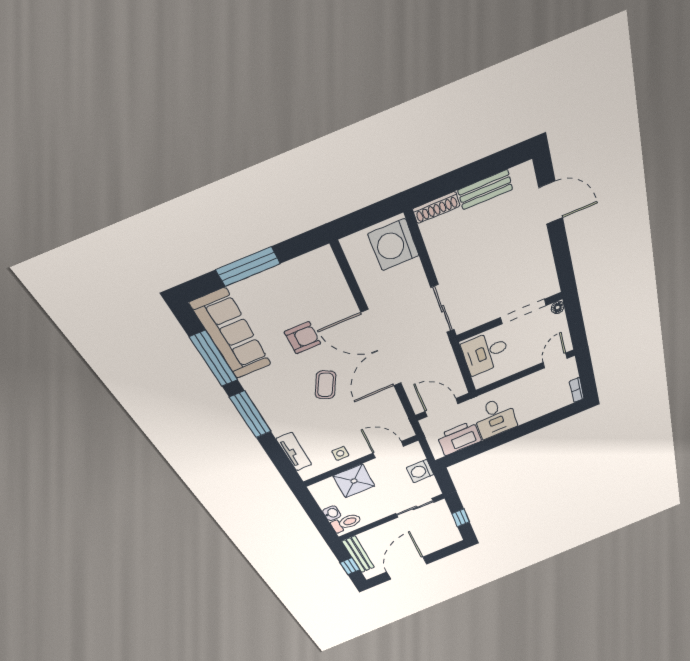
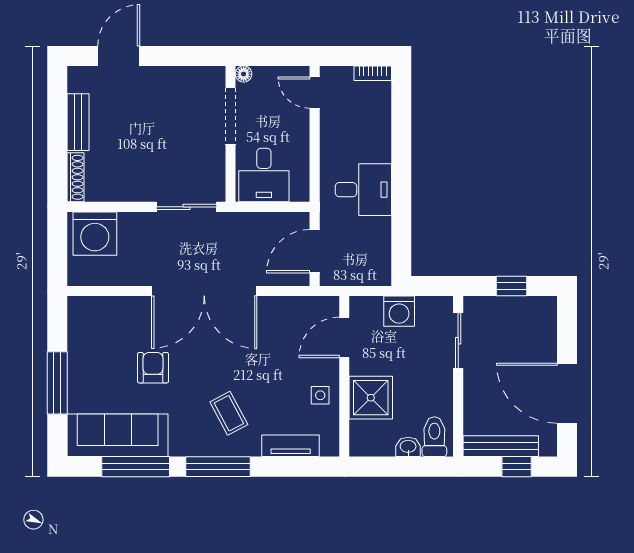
coffee table: (325, 385) -> (229, 413), moved, turned 34
printer: (459, 438) -> (372, 244), removed

